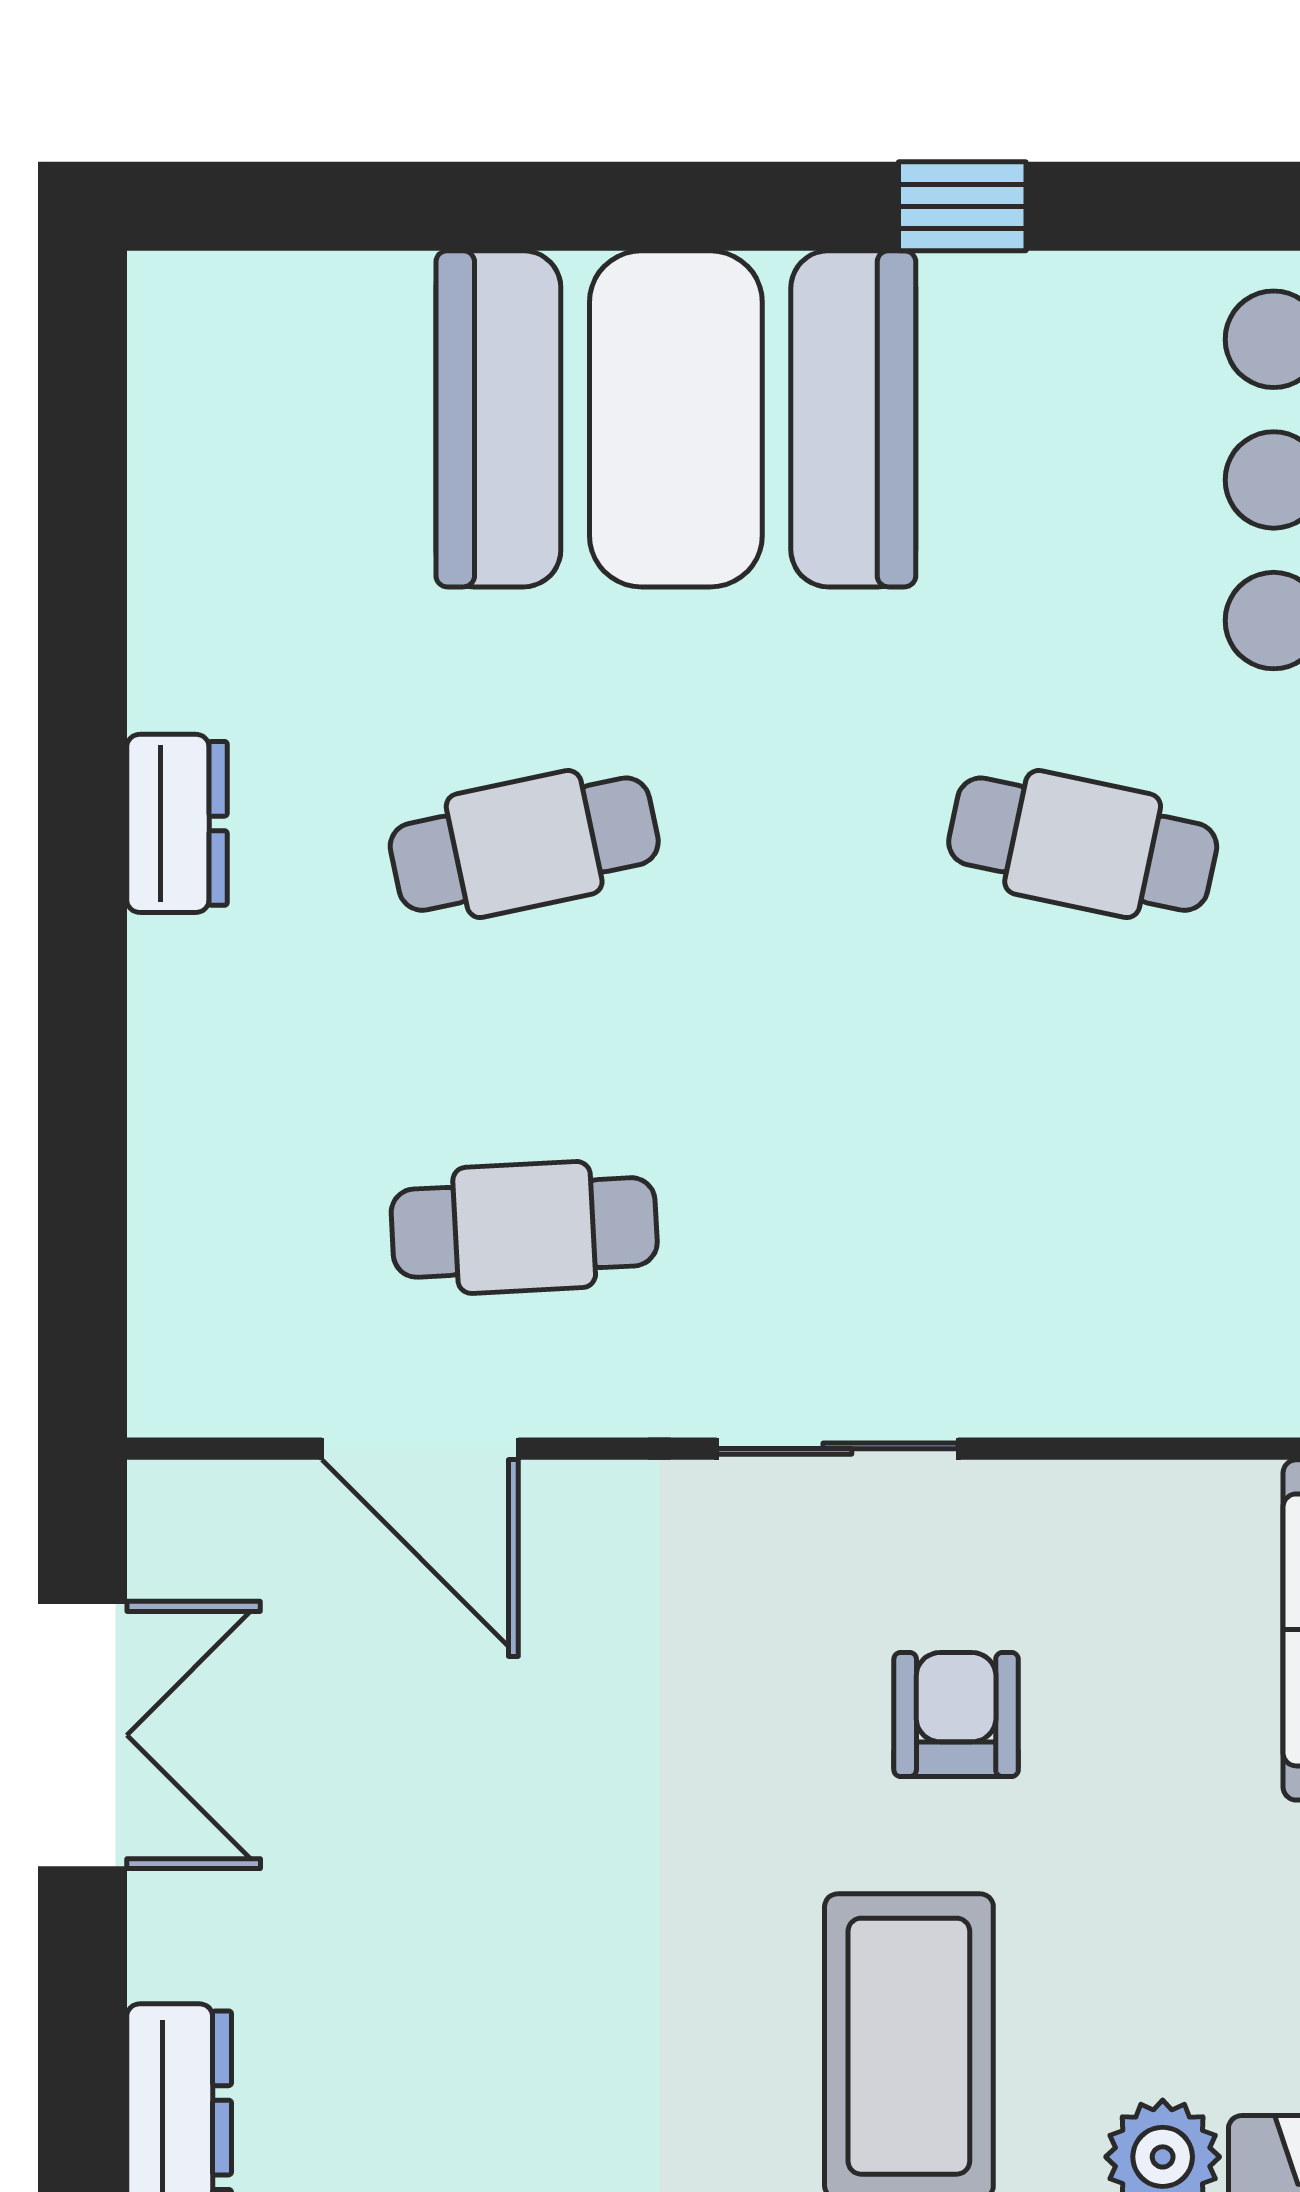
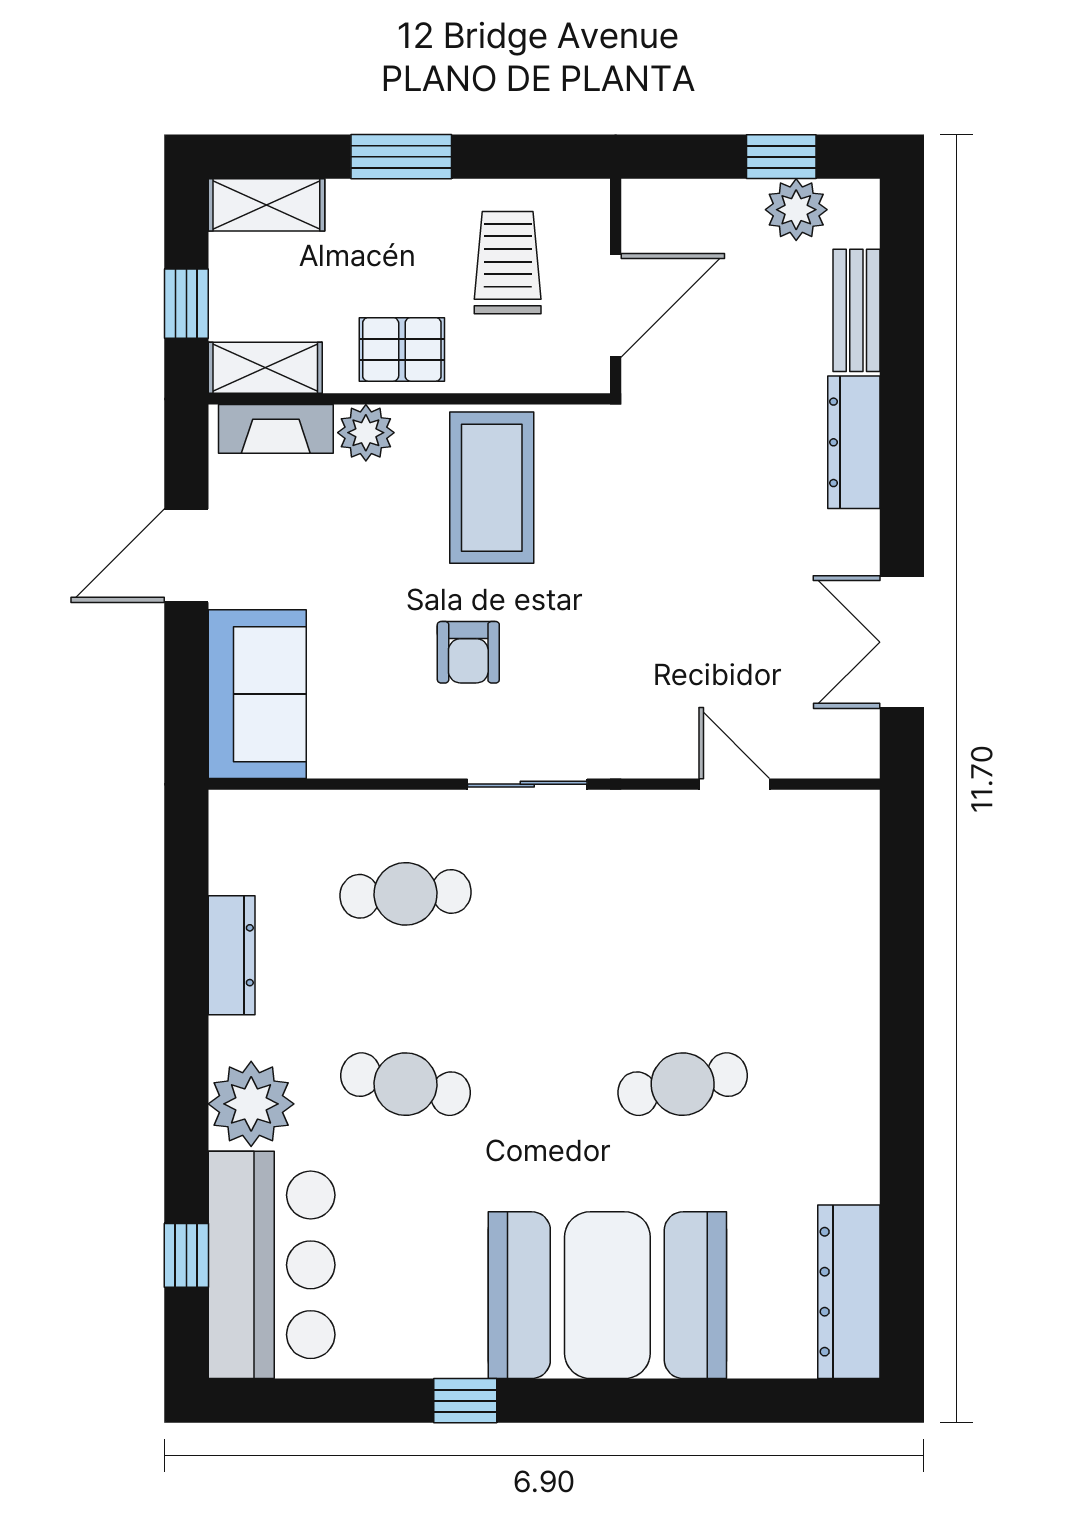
dresser: (177, 823) -> (849, 1292), moved, width x1.96, depth x1.24
cafe table: (524, 1227) -> (406, 894), moved
door: (420, 1449) -> (734, 784), width x0.73

